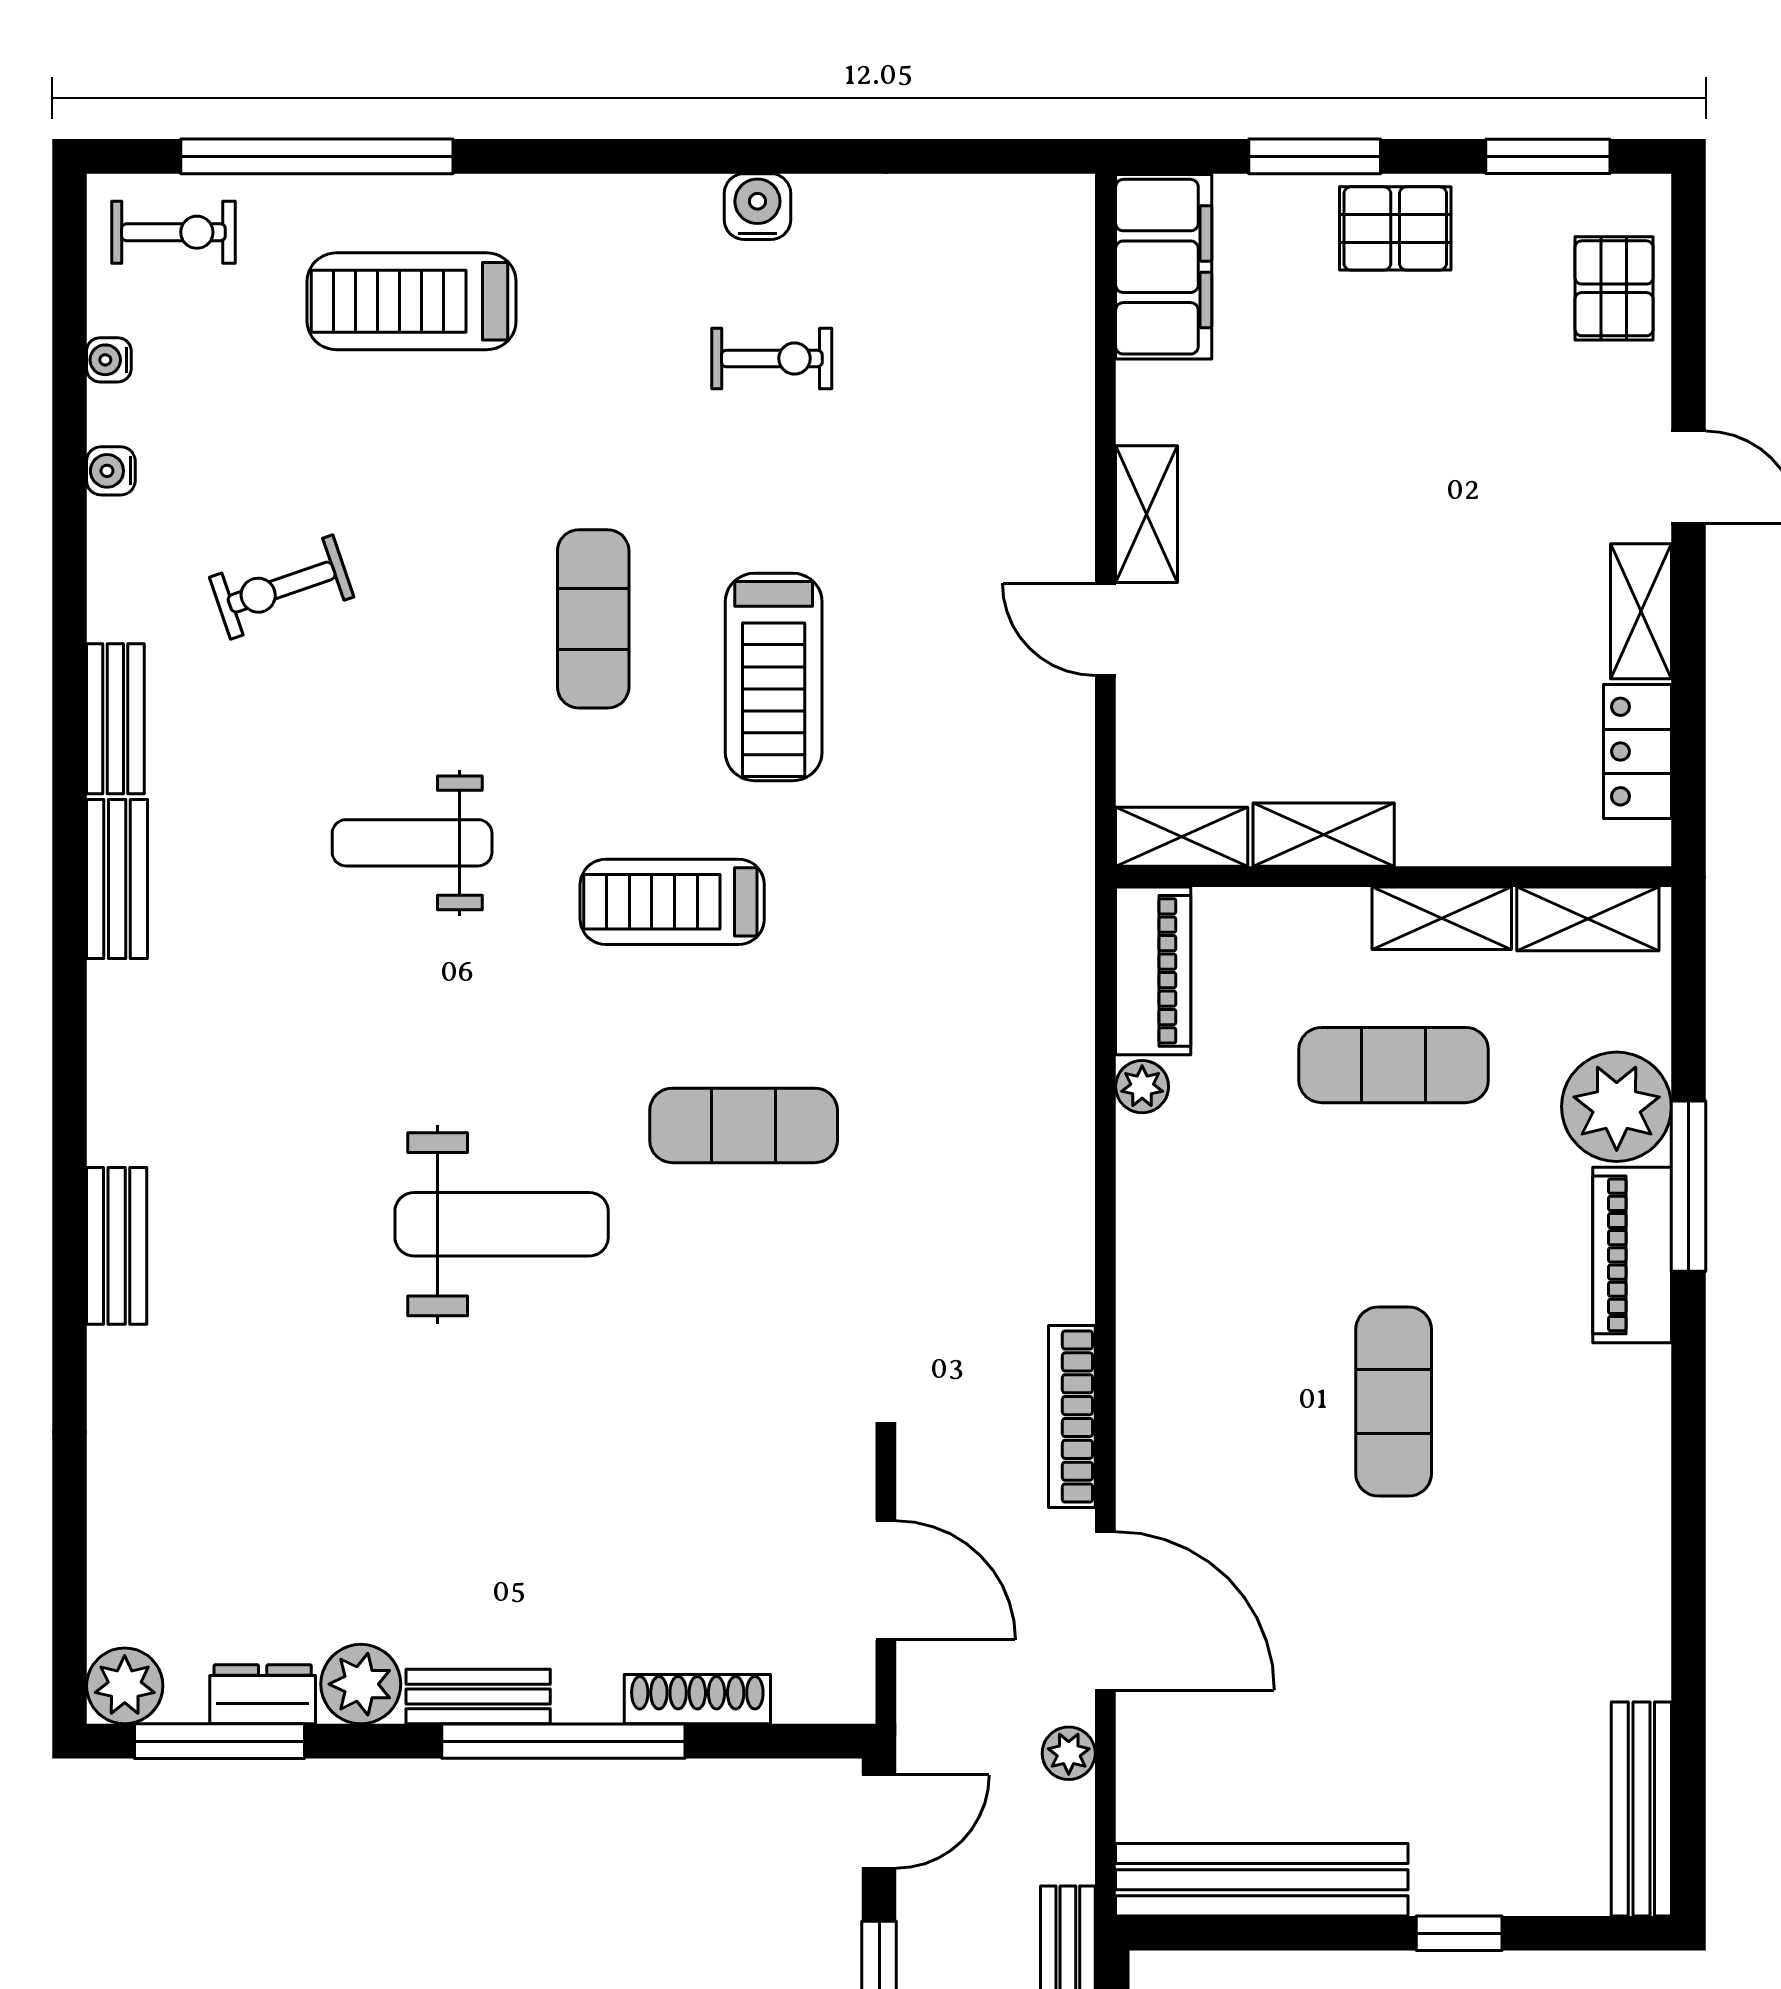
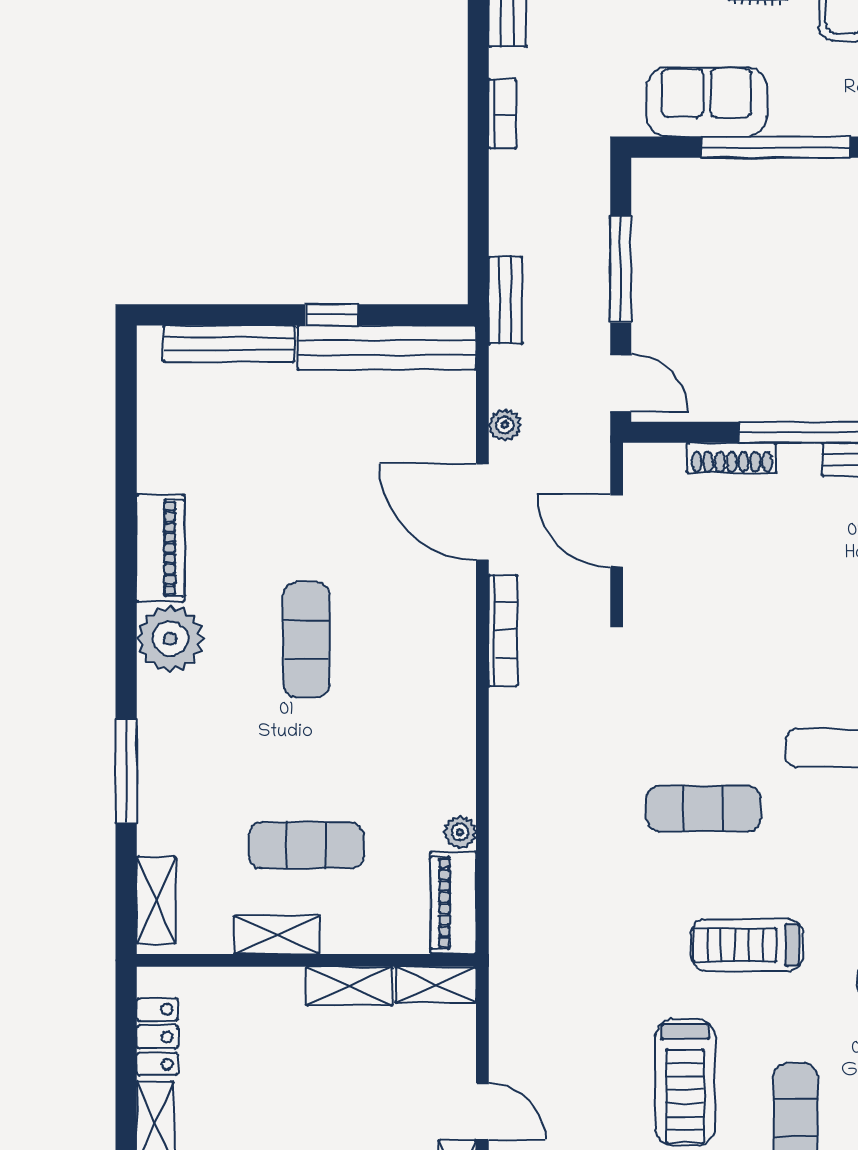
treadmill: (774, 677) -> (685, 1082), turned 180
treadmill: (672, 902) -> (747, 945), turned 180
shelving: (1588, 919) -> (156, 900), moved, turned 90
plant: (1617, 1107) -> (170, 639), moved
piano: (1632, 1255) -> (161, 548), moved
bench: (1641, 1809) -> (229, 344), moved, turned 90
door: (879, 1822) -> (621, 383), swing flipped
window: (1459, 1933) -> (332, 315), moved

